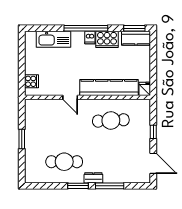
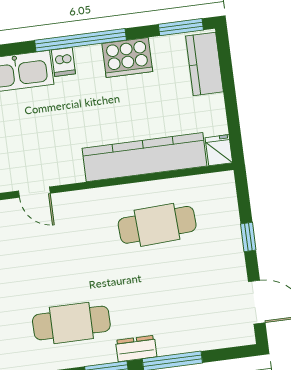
dishwasher: (90, 37) -> (63, 62), moved
kitchen counter: (136, 38) -> (205, 64), moved, turned 90
door: (70, 97) -> (34, 192), moved

